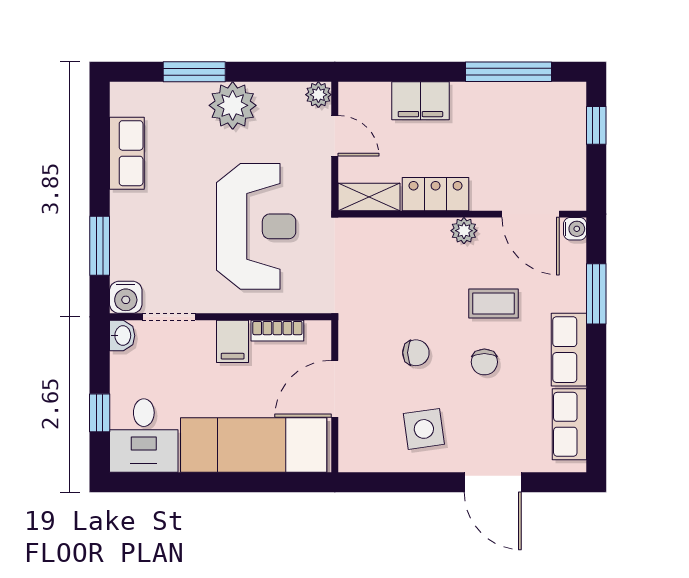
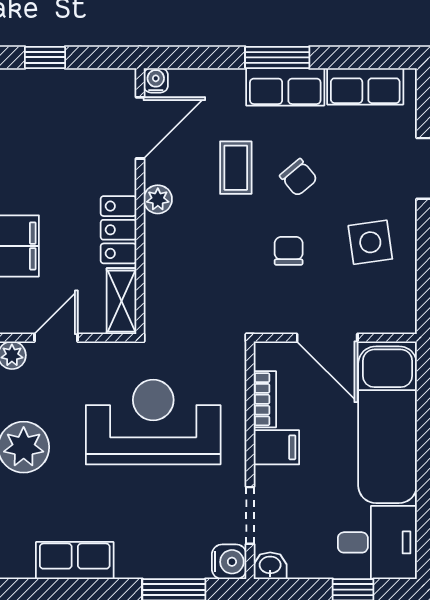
window: (596, 294) -> (277, 57), moved
chair: (484, 362) -> (299, 177), turned 50

